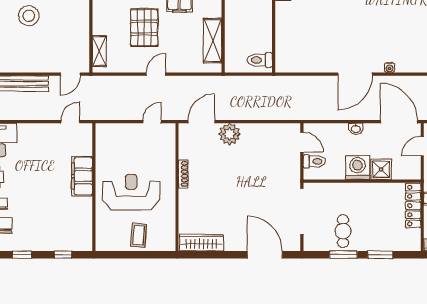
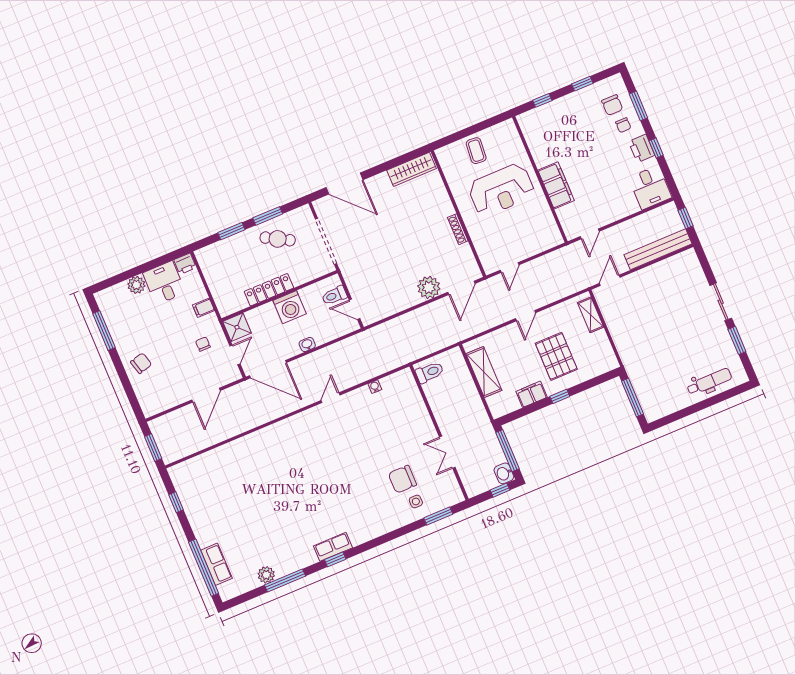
stool: (29, 16) -> (674, 320), removed
water cooler: (390, 68) -> (375, 387), moved
door: (355, 74) -> (330, 398), width x0.53
shower: (381, 169) -> (237, 327), moved
locker: (413, 206) -> (269, 290), moved, turned -90
cafe table: (343, 231) -> (278, 239), turned -61

